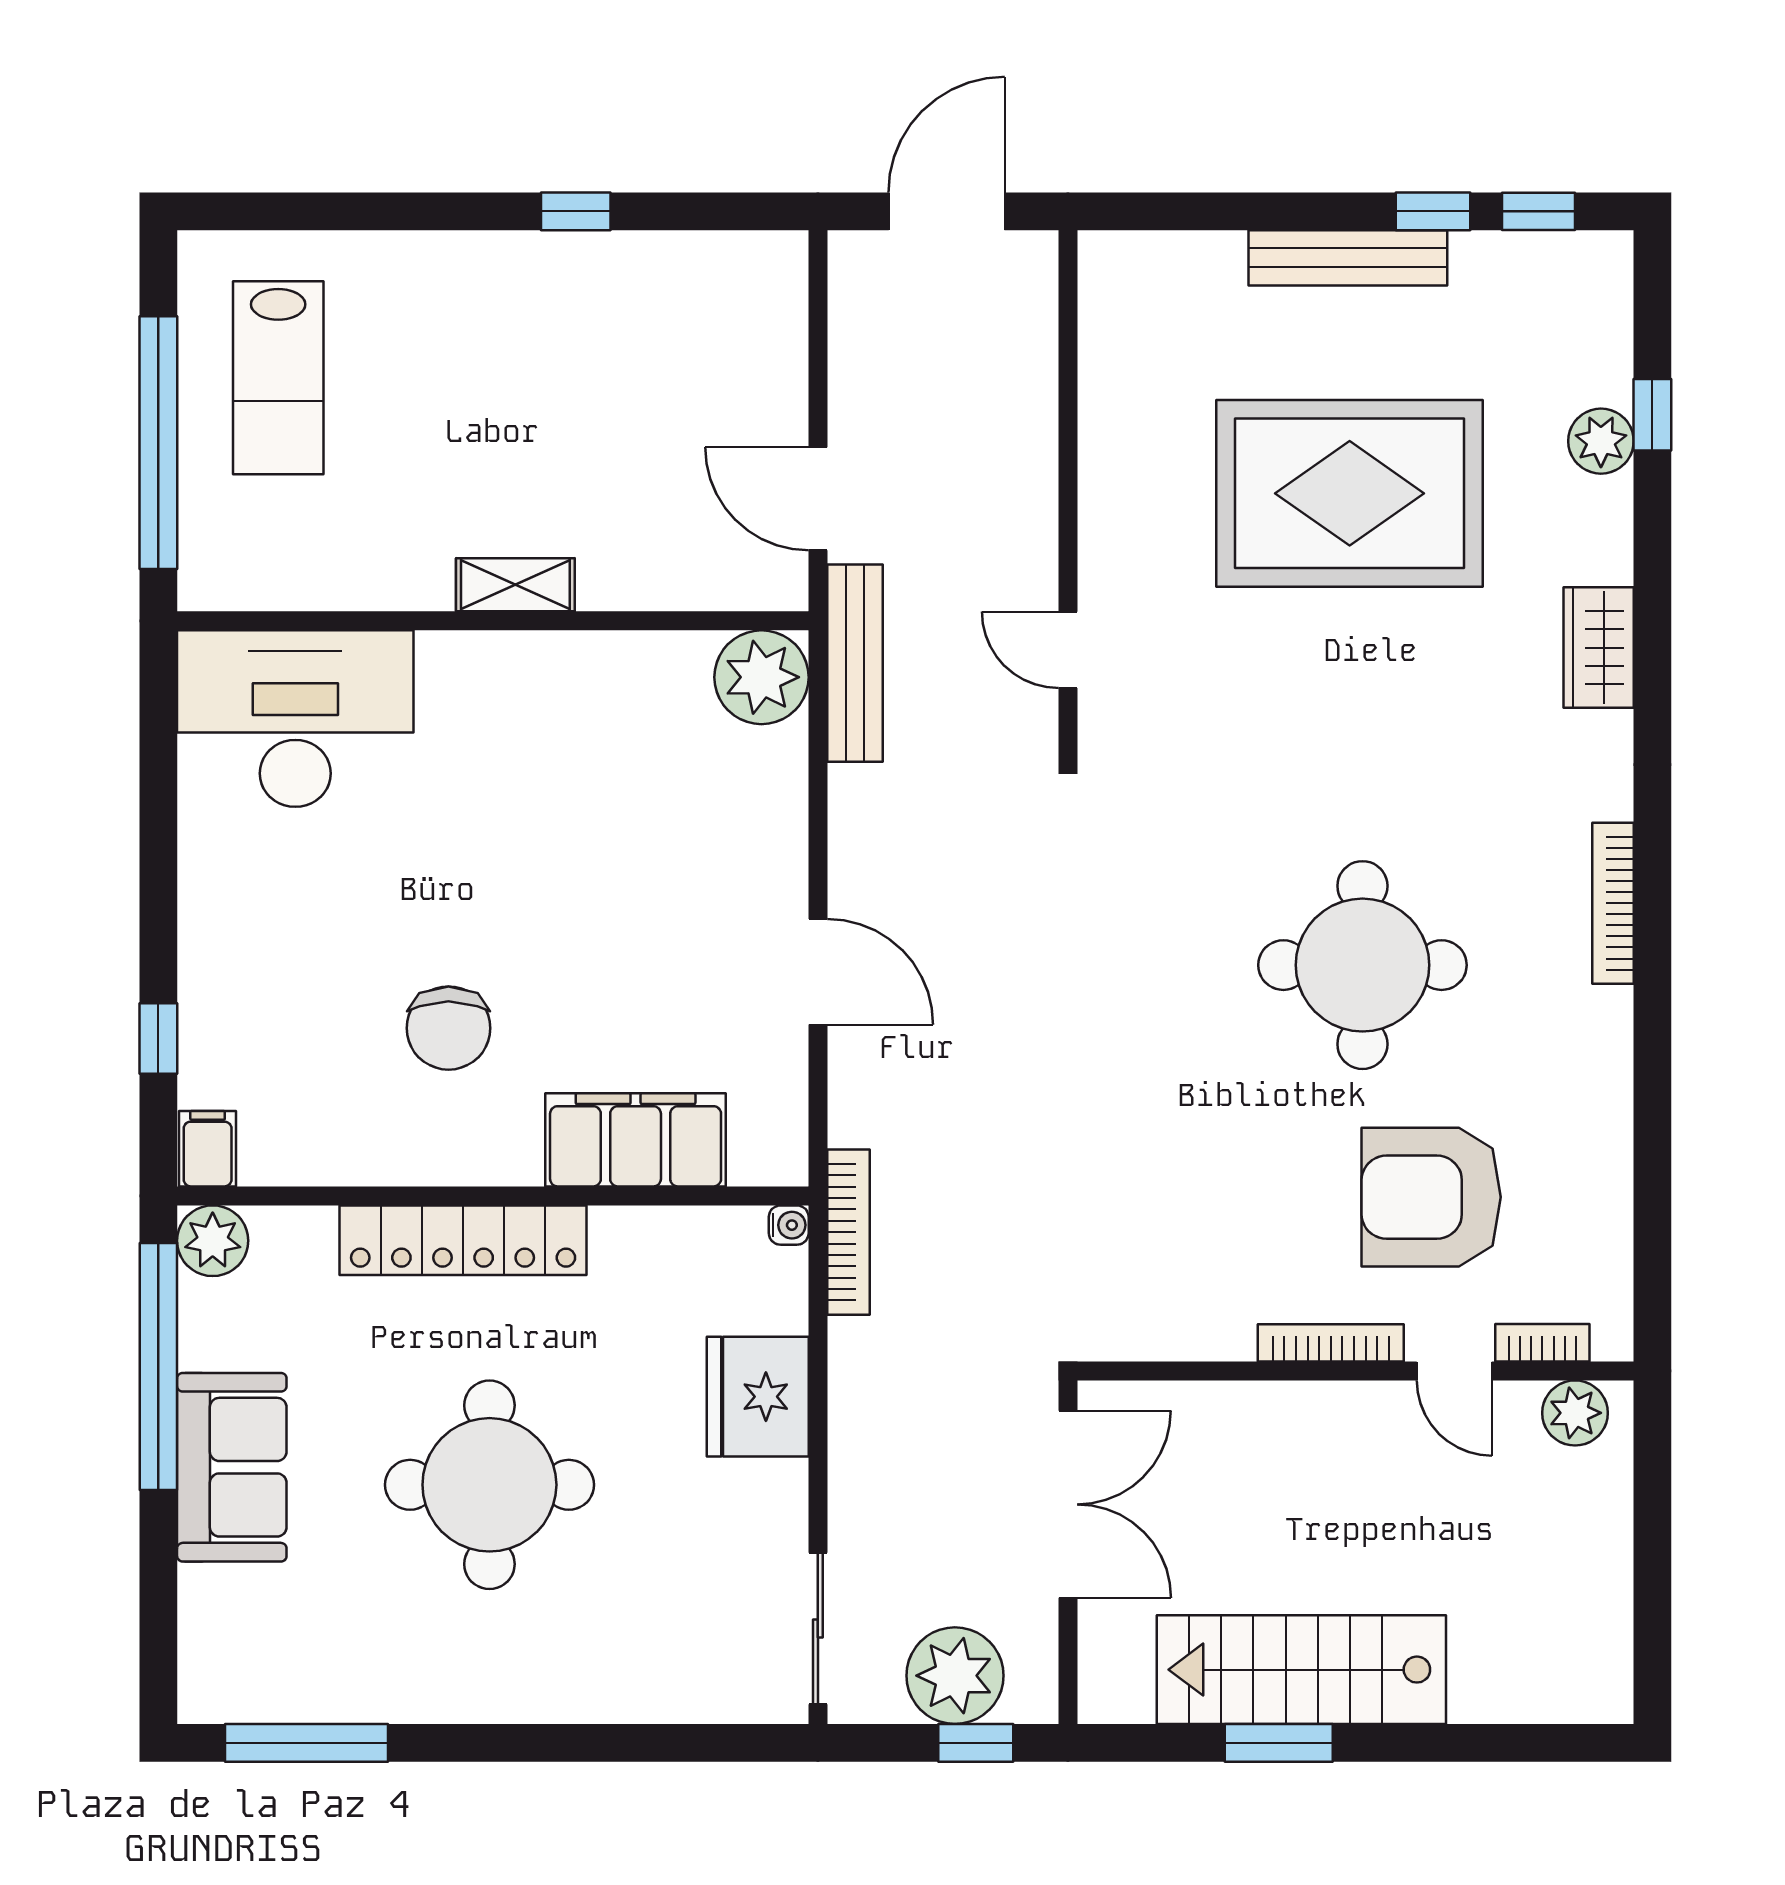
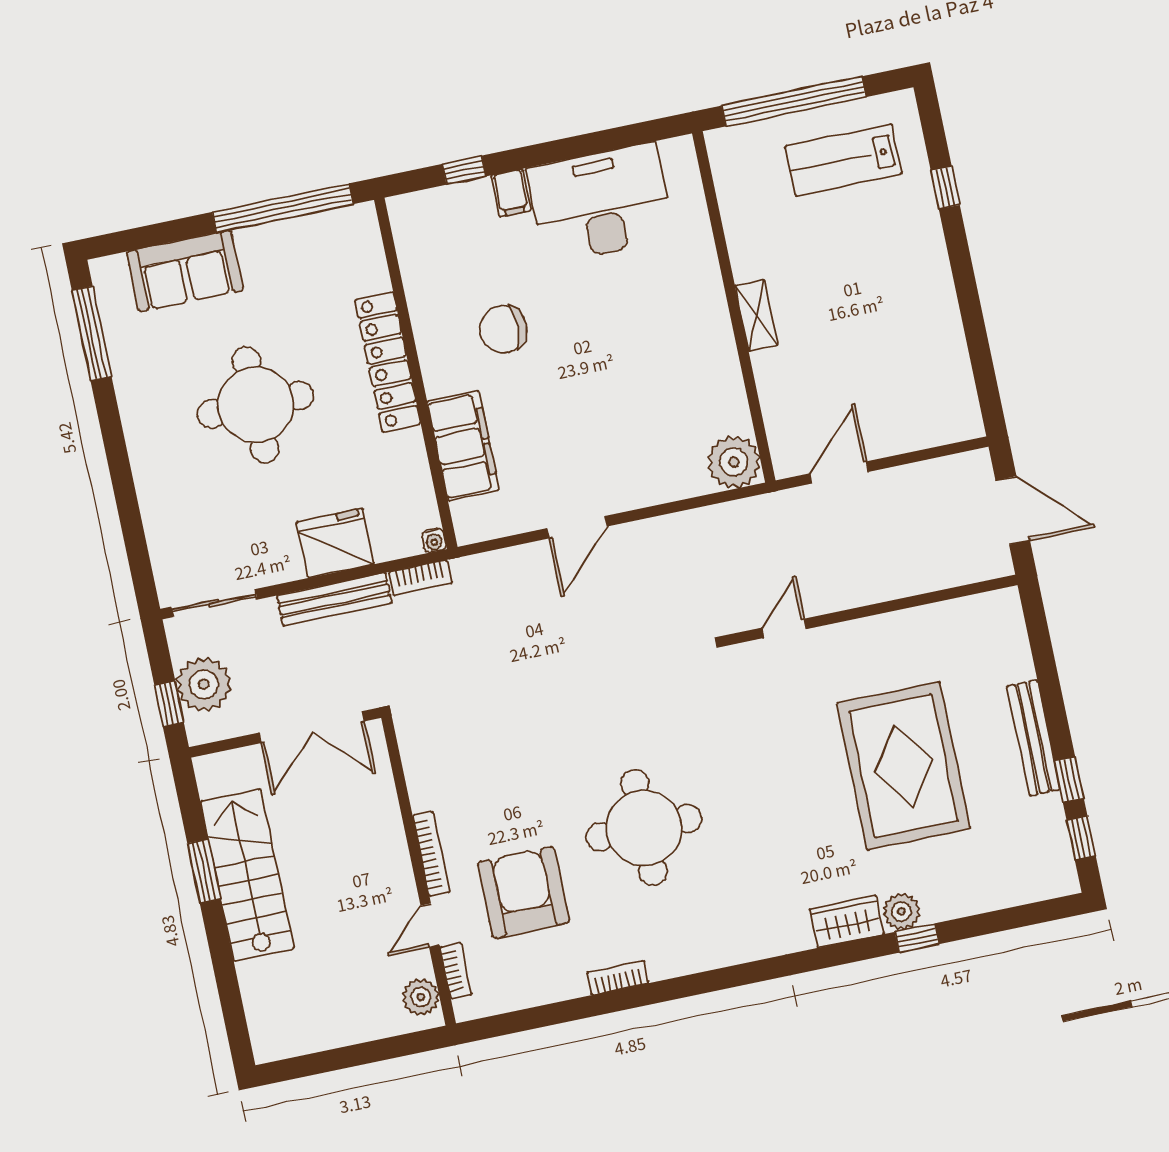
window: (576, 211) -> (945, 188), moved
window: (1652, 415) -> (917, 938), moved
plant: (1601, 441) -> (901, 912), moved
bench: (855, 663) -> (334, 599), moved
desk: (295, 719) -> (601, 203), moved, turned -90
bookcase: (1613, 903) -> (618, 978), moved, width x0.64
filing cabinet: (208, 1149) -> (511, 193), moved, turned 90
bookcase: (848, 1232) -> (420, 578), width x0.64
plant: (213, 1241) -> (359, 224), removed
sofa: (232, 1467) -> (185, 271), moved

